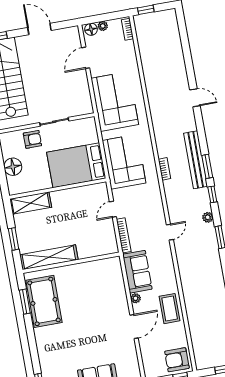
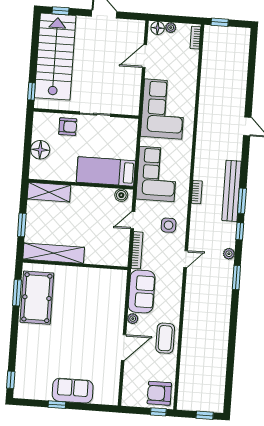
bed: (76, 165) -> (106, 171), width x0.67
boiler: (97, 189) -> (121, 195), added
side table: (146, 205) -> (169, 225), added

